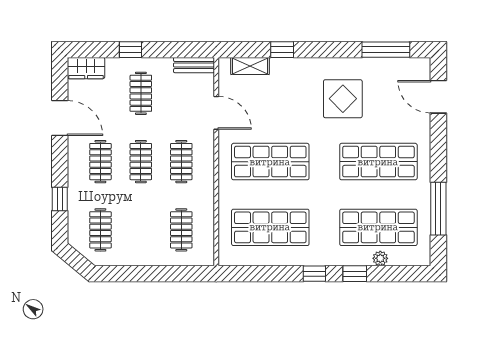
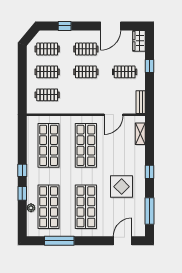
window: (282, 50) -> (149, 172), moved
clothes rail: (181, 162) -> (47, 72), moved

